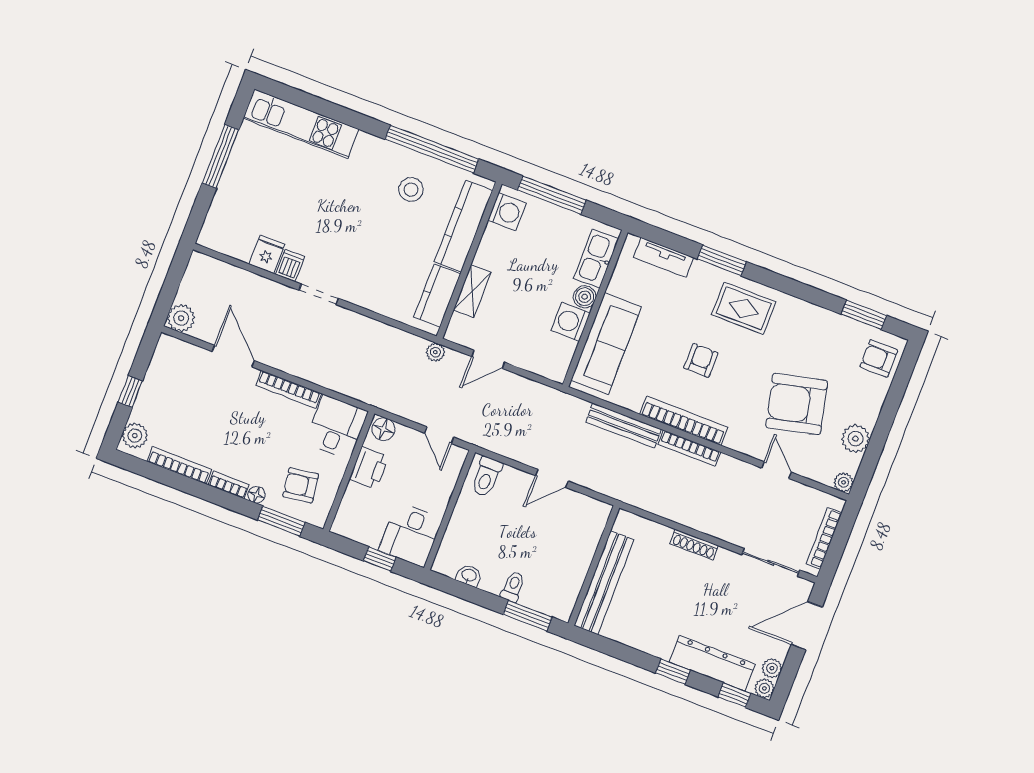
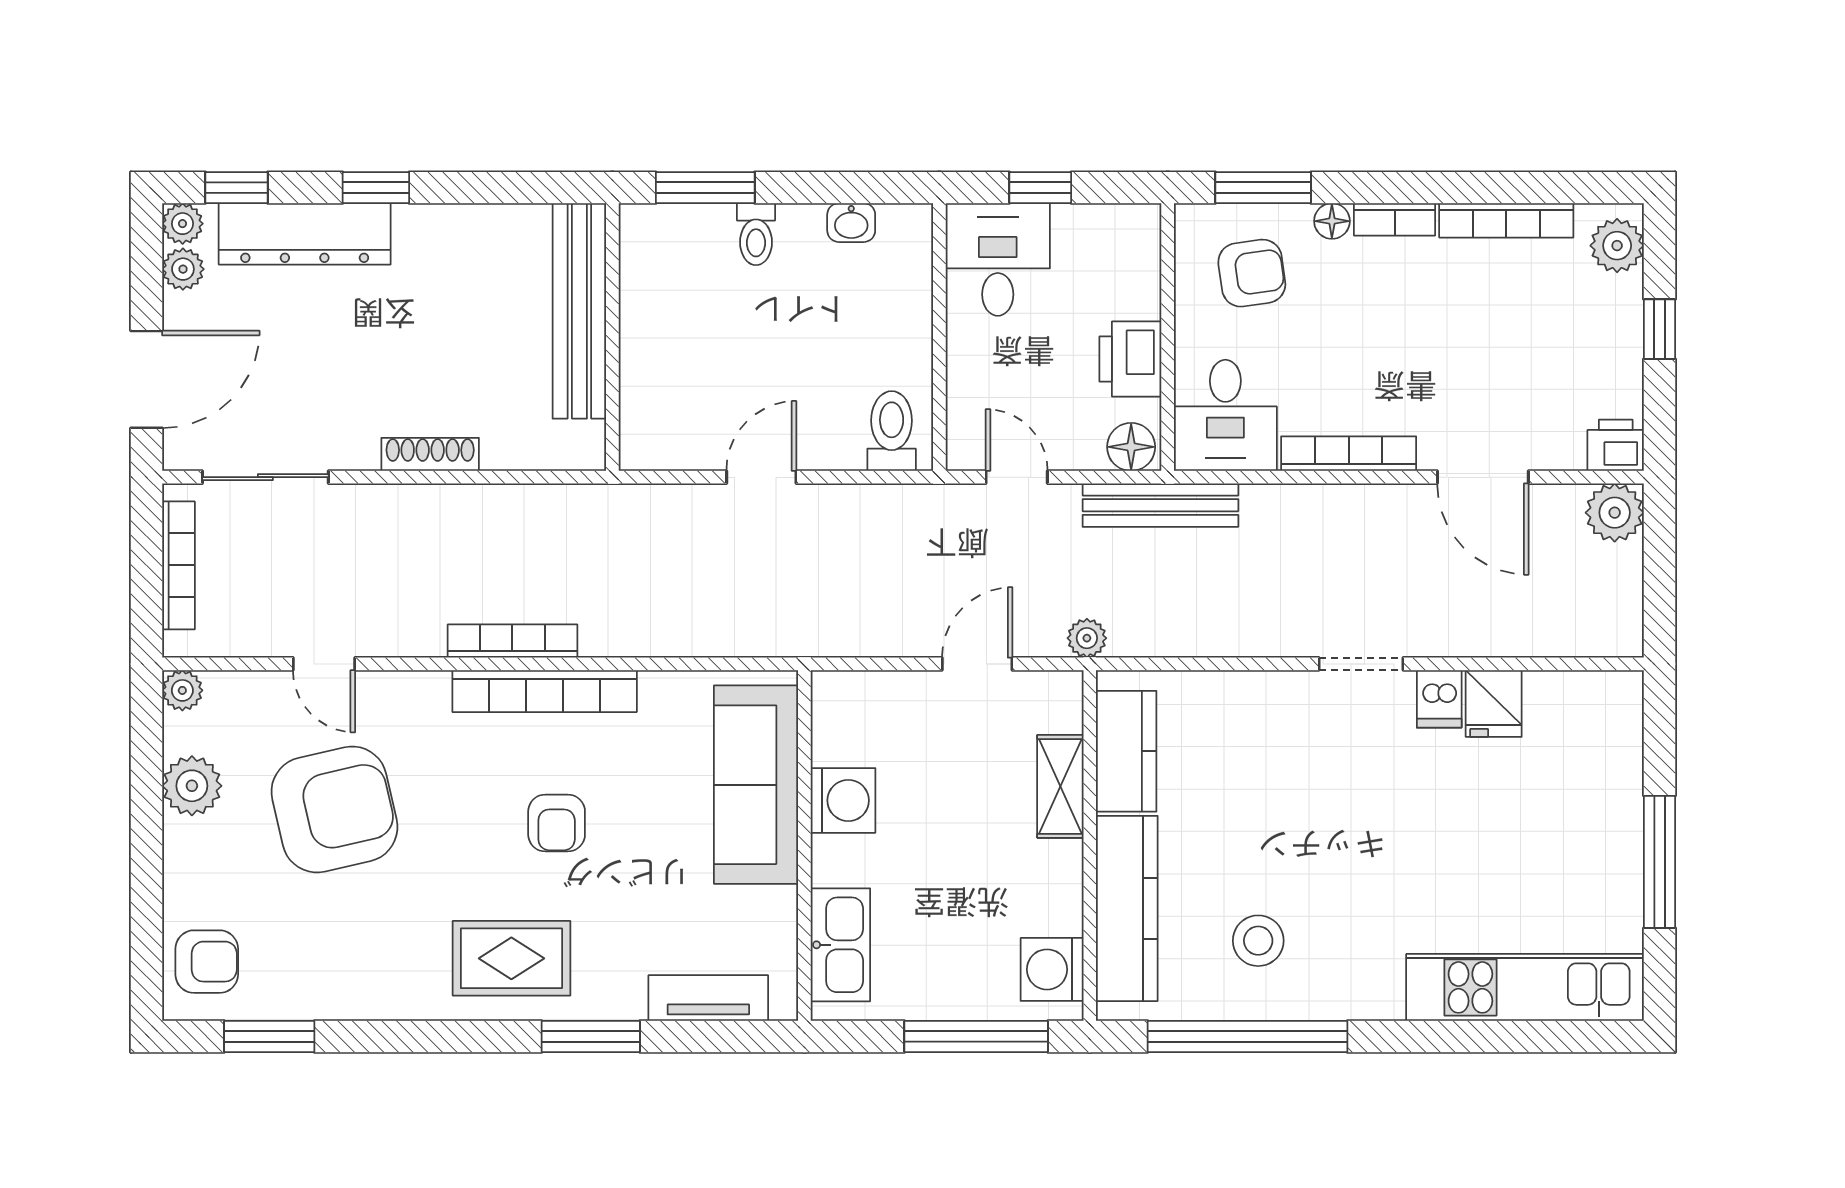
boiler: (585, 297) -> (834, 861), removed
printer: (169, 348) -> (1616, 445), added
bench: (624, 426) -> (1160, 505), moved

